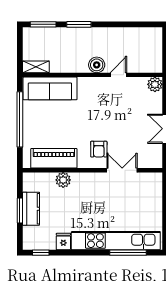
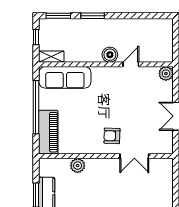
window: (20, 47) -> (36, 37), added
armchair: (99, 149) -> (112, 136), turned 92
piano: (54, 158) -> (48, 132), moved, turned 90
double door: (122, 170) -> (134, 156), swing flipped

